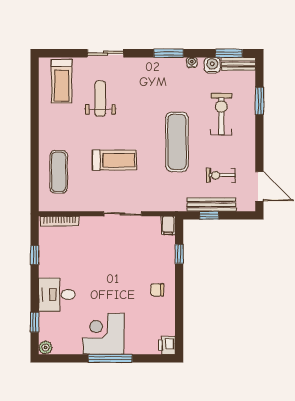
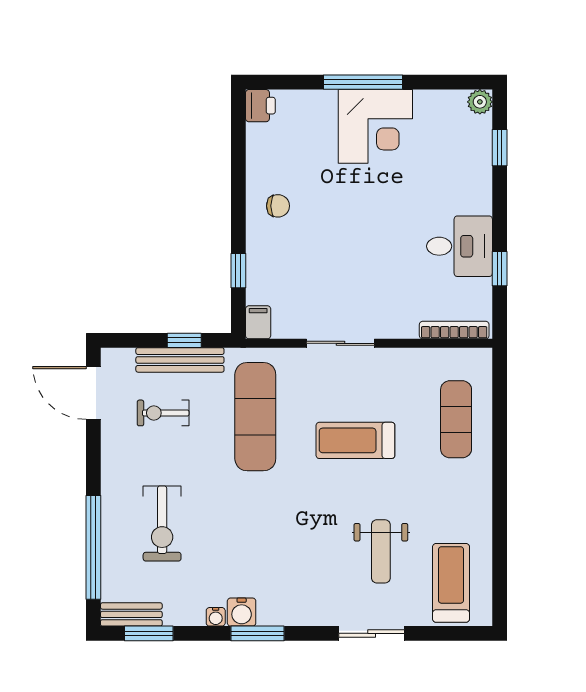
water cooler: (212, 65) -> (242, 612), moved
window: (259, 101) -> (93, 547), width x2.11
exercise mat: (177, 142) -> (255, 417), moved
exercise bike: (221, 175) -> (163, 413), turned 180
desk: (57, 295) -> (459, 246), moved

